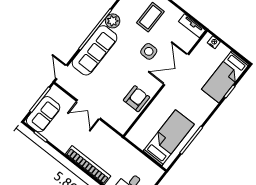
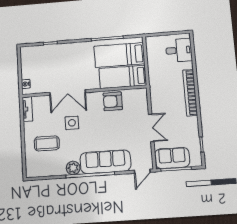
bed: (225, 77) -> (123, 77), moved, turned 180
sofa: (43, 114) -> (172, 158), moved

